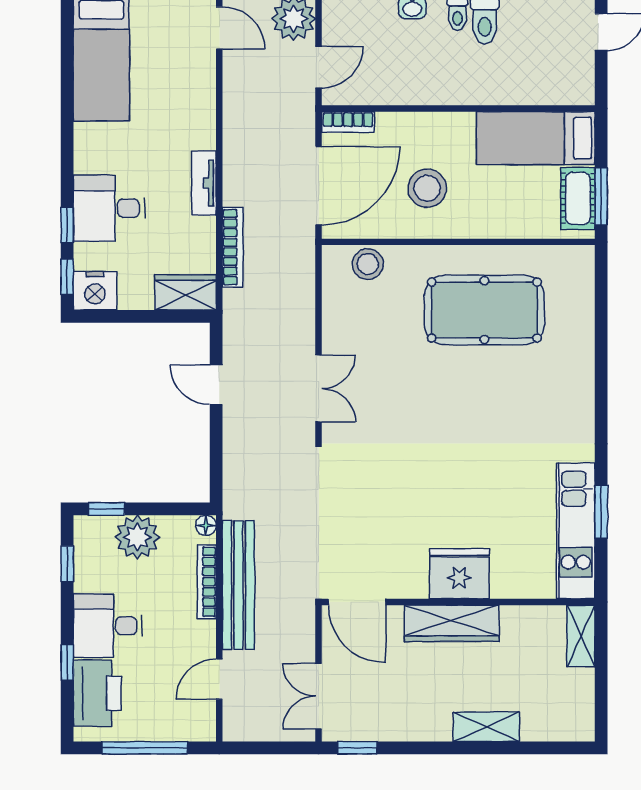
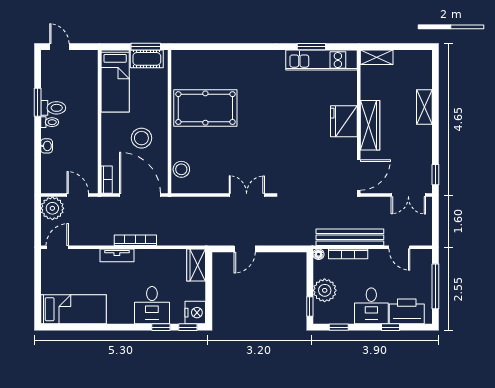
tv unit: (204, 183) -> (117, 255), moved
bookcase: (233, 247) -> (135, 240), moved
pool table: (484, 310) -> (205, 108), turned 90

